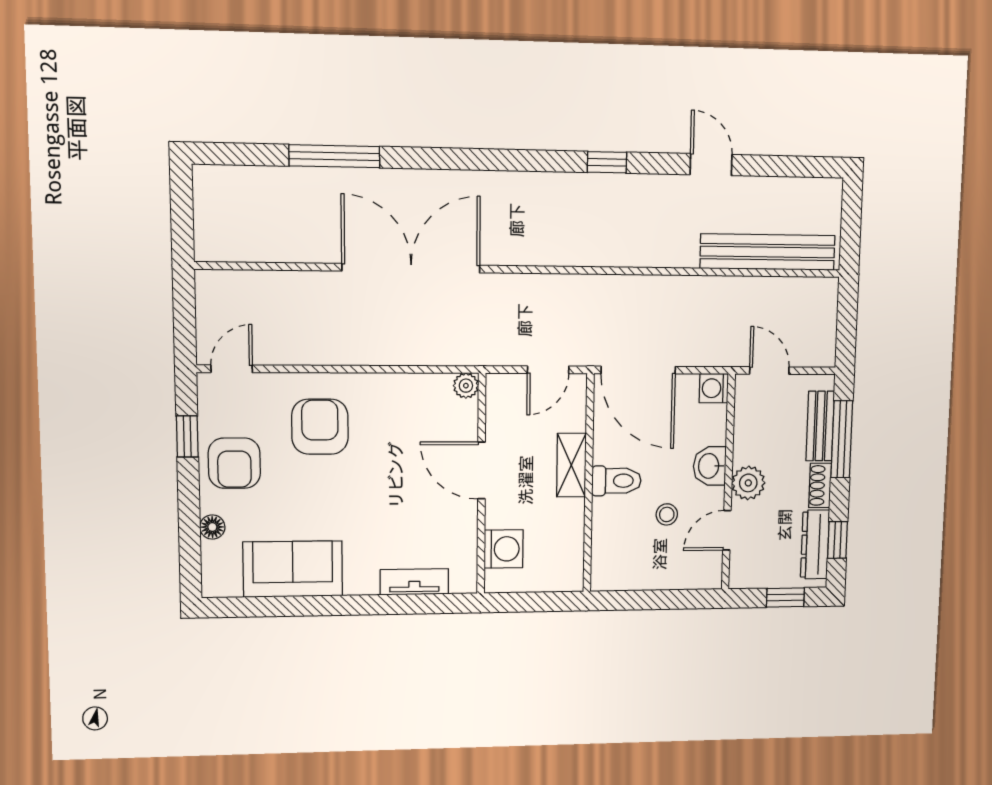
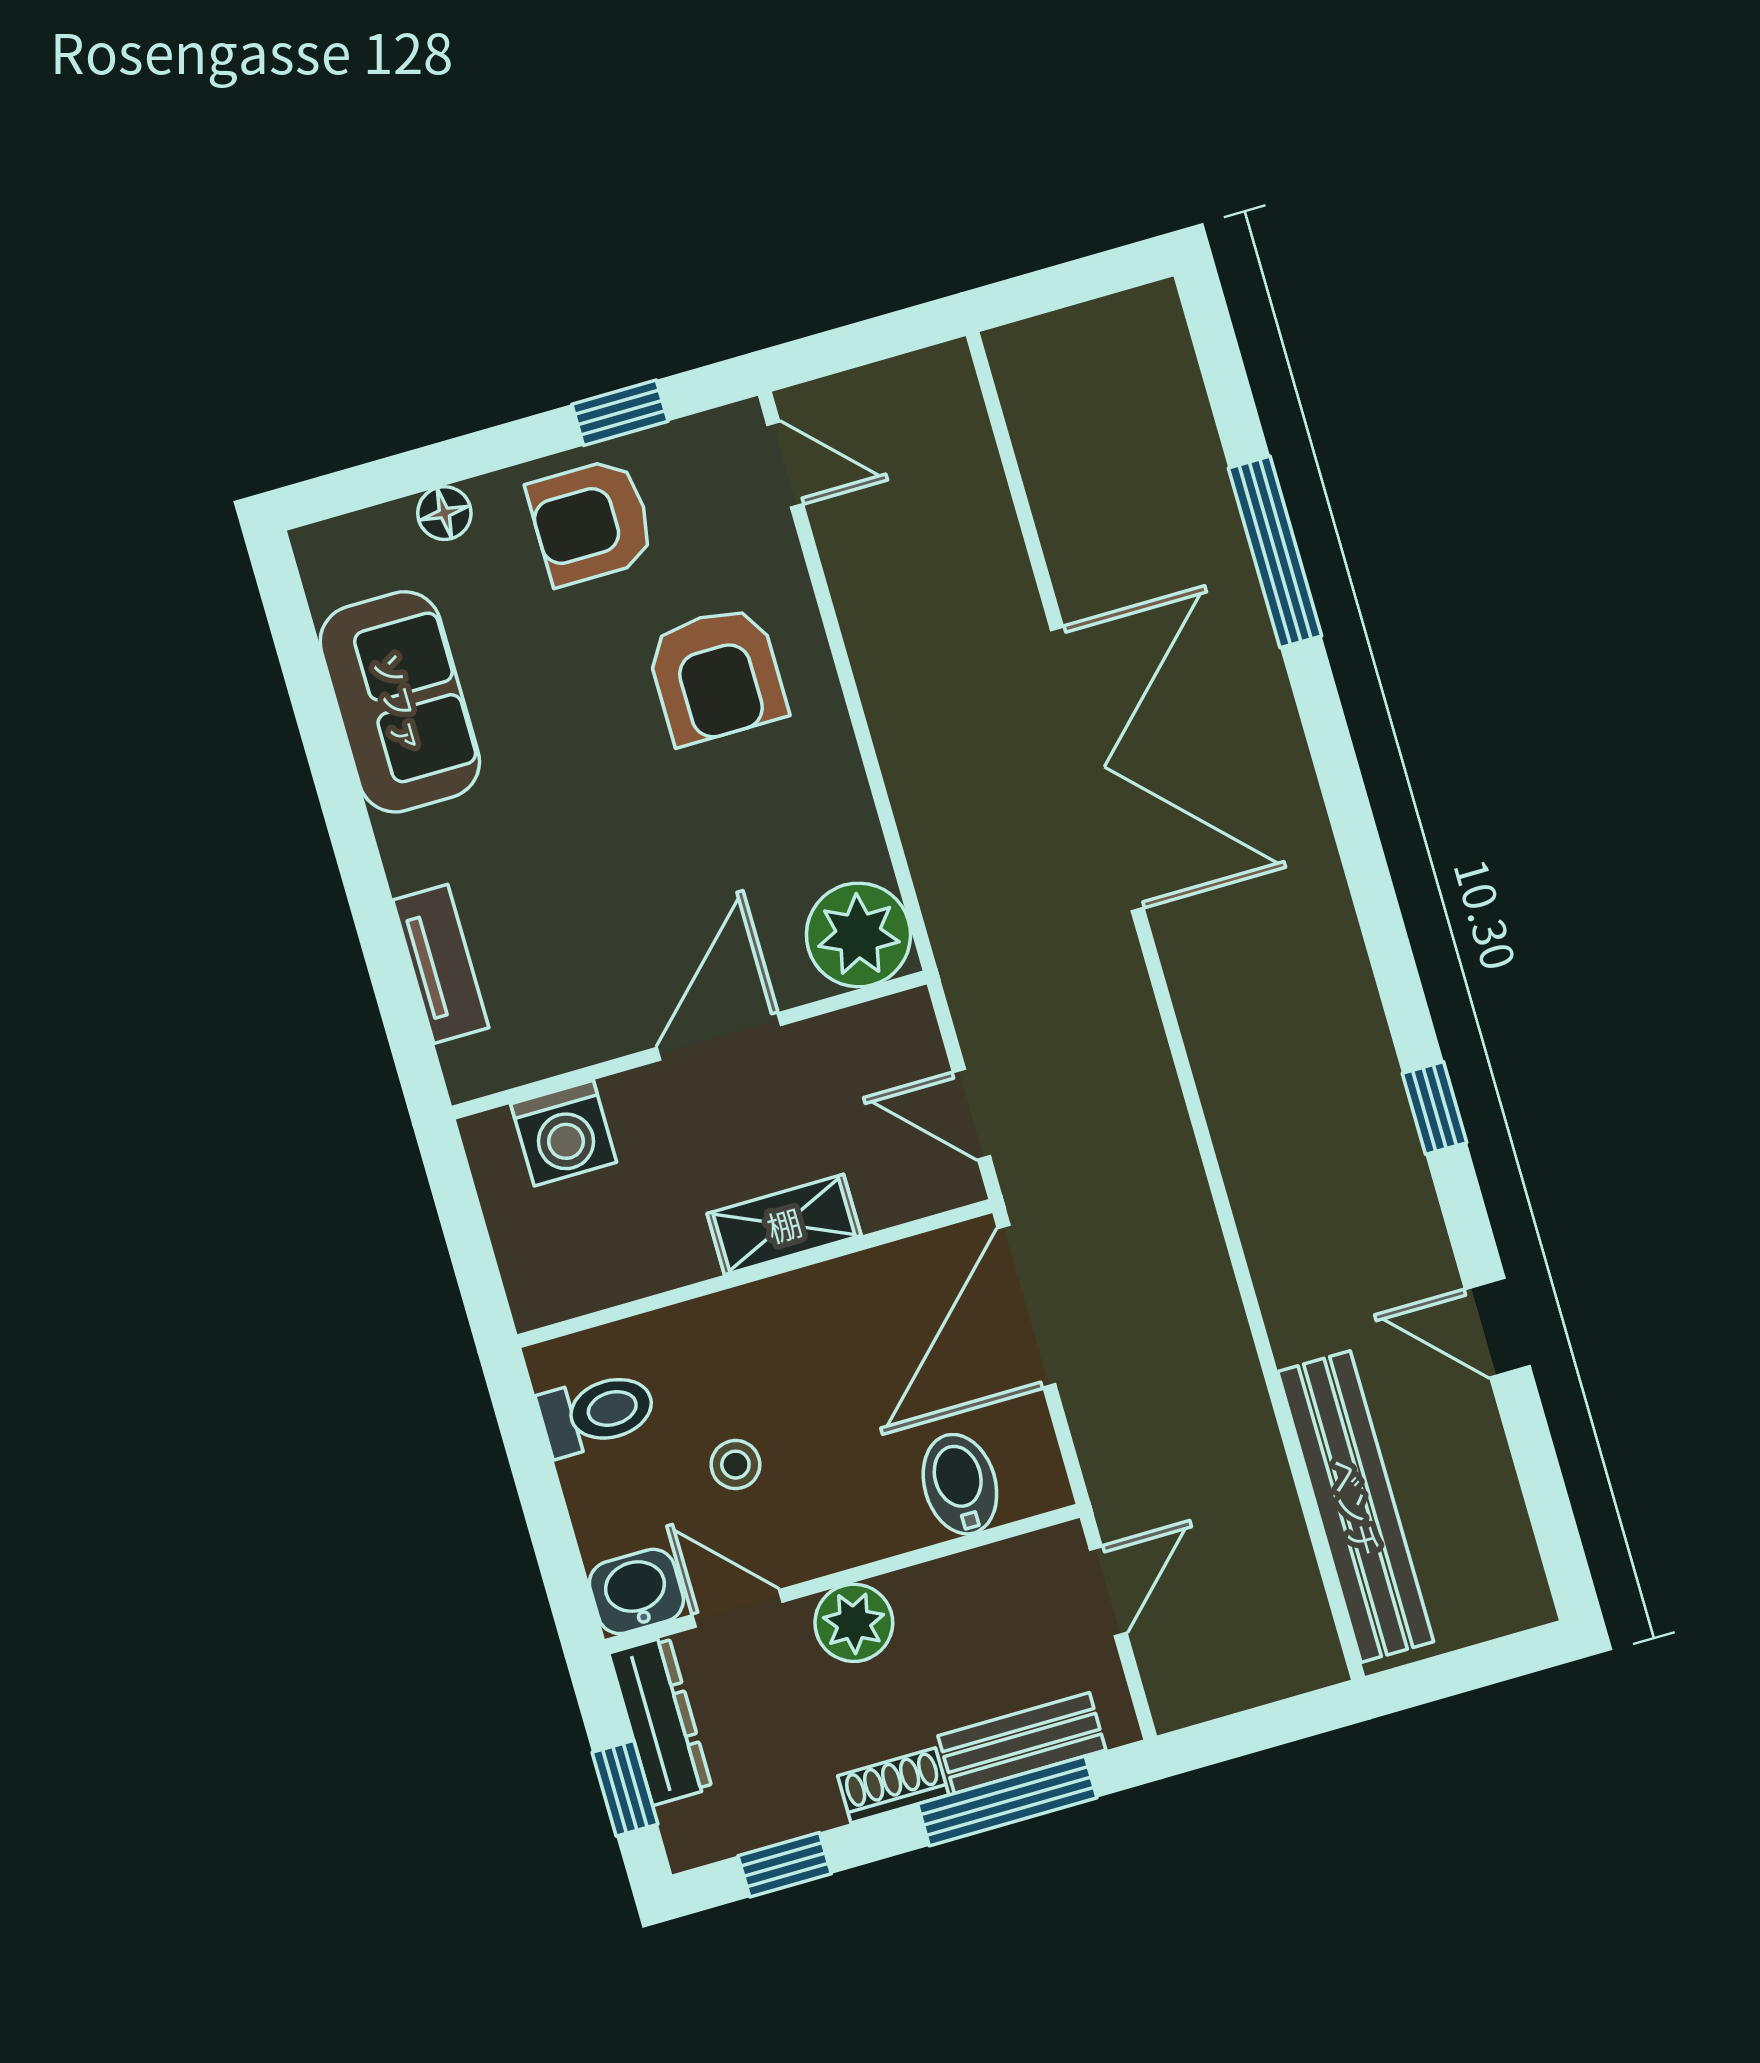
door: (711, 165) -> (1497, 1328), swing flipped
plant: (466, 386) -> (858, 935), width x1.88, depth x1.88
washing machine: (714, 388) -> (1036, 1482), removed
bidet: (705, 421) -> (960, 1484), added
armchair: (320, 427) -> (716, 675), turned 90
washbasin: (710, 466) -> (636, 1591), moved
toilet: (616, 481) -> (597, 1413), moved, turned -90
dresser: (815, 544) -> (661, 1721), moved, turned 90

